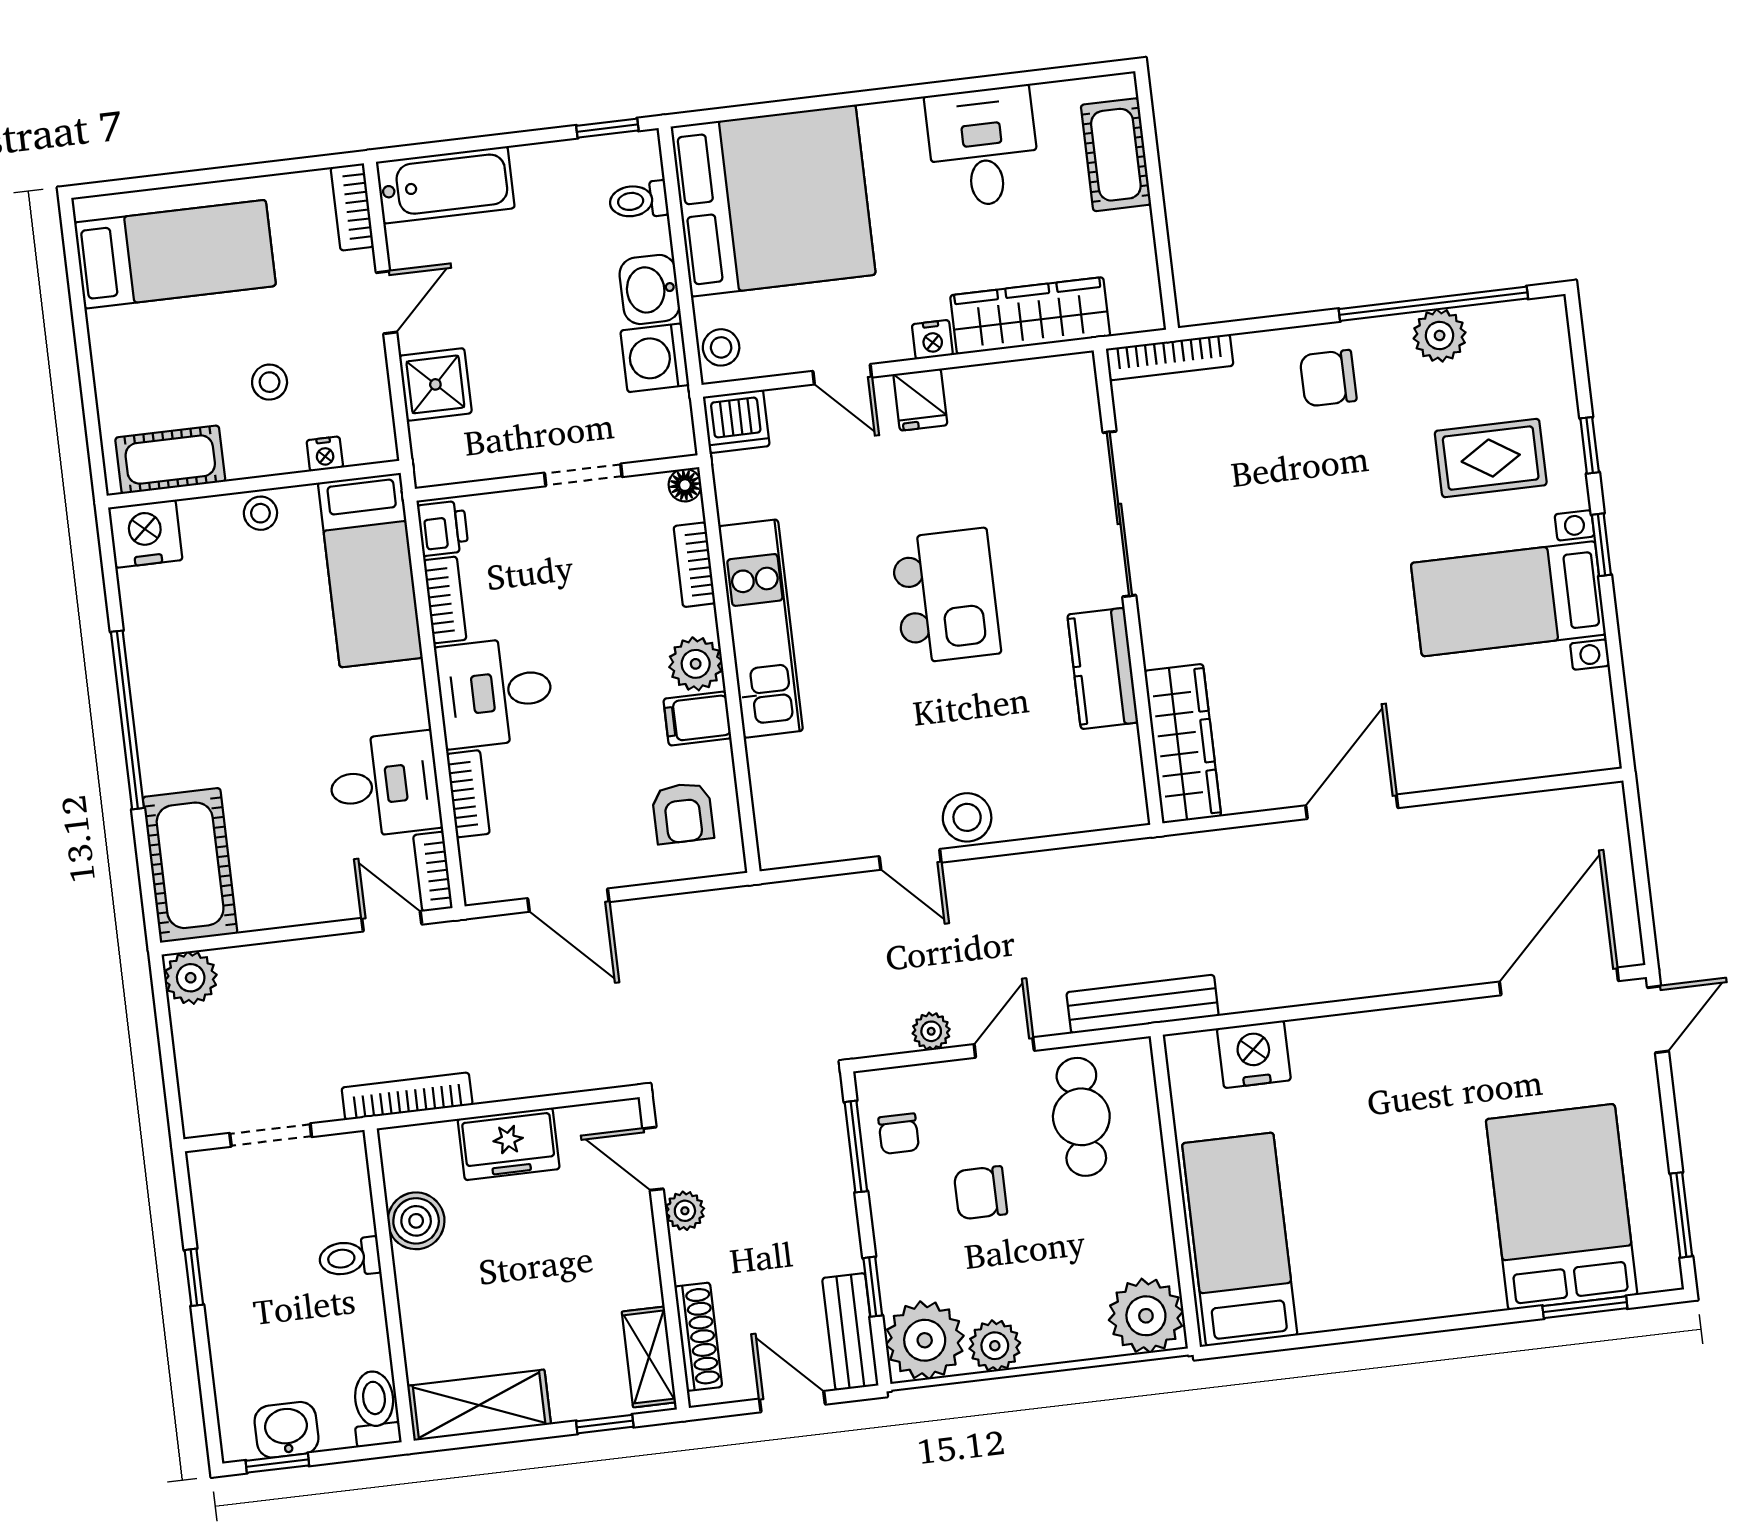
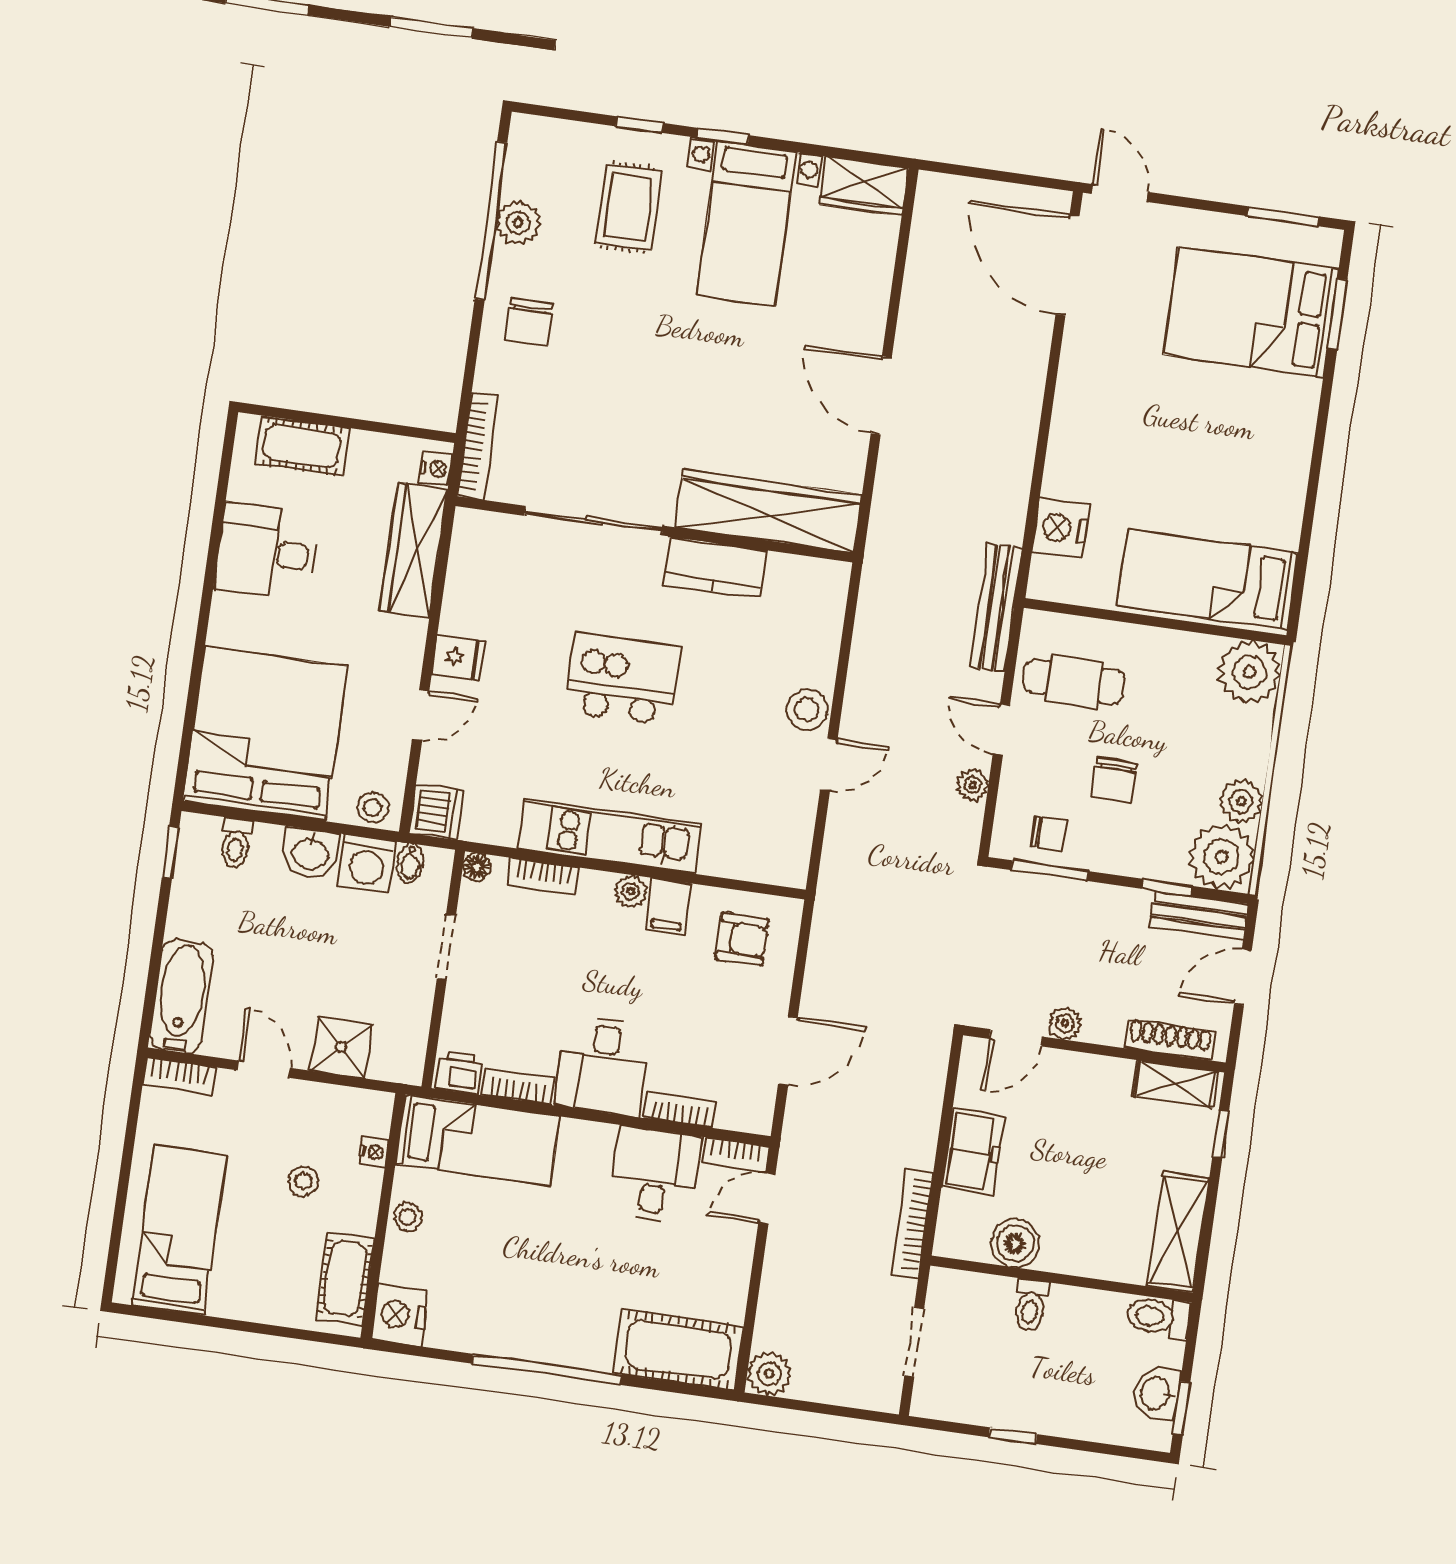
nightstand: (932, 340) -> (436, 469), moved
bidet: (669, 407) -> (410, 863), added
plant: (696, 664) -> (631, 891), width x0.73, depth x0.73
wardrobe: (1588, 722) -> (864, 186), added
wardrobe: (1183, 744) -> (769, 511), width x1.40, depth x1.17

